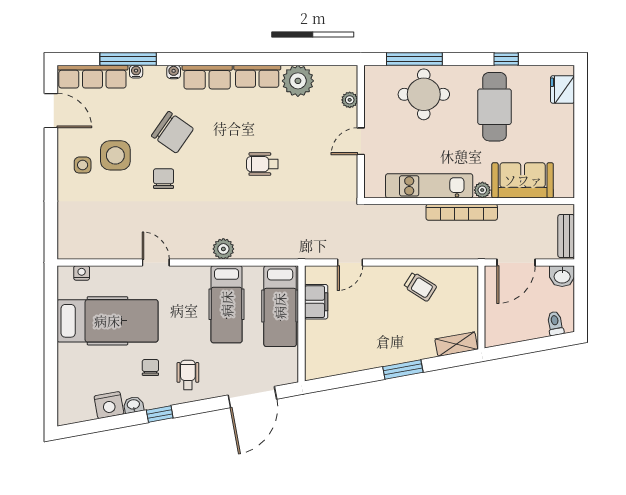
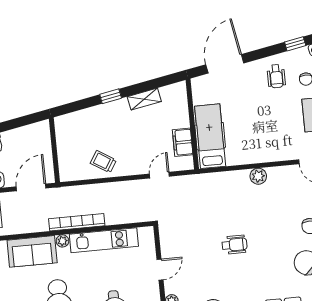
hospital bed: (227, 304) -> (252, 134), removed
shelving: (456, 344) -> (144, 99), moved
window: (403, 369) -> (111, 96), width x0.67

